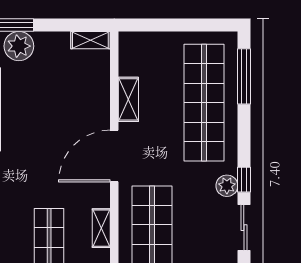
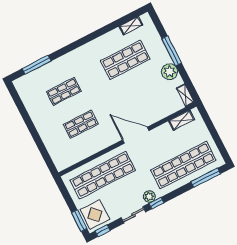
plant: (19, 46) -> (170, 72), moved
shelving: (128, 99) -> (182, 120), moved
shelving: (101, 228) -> (98, 147), removed

